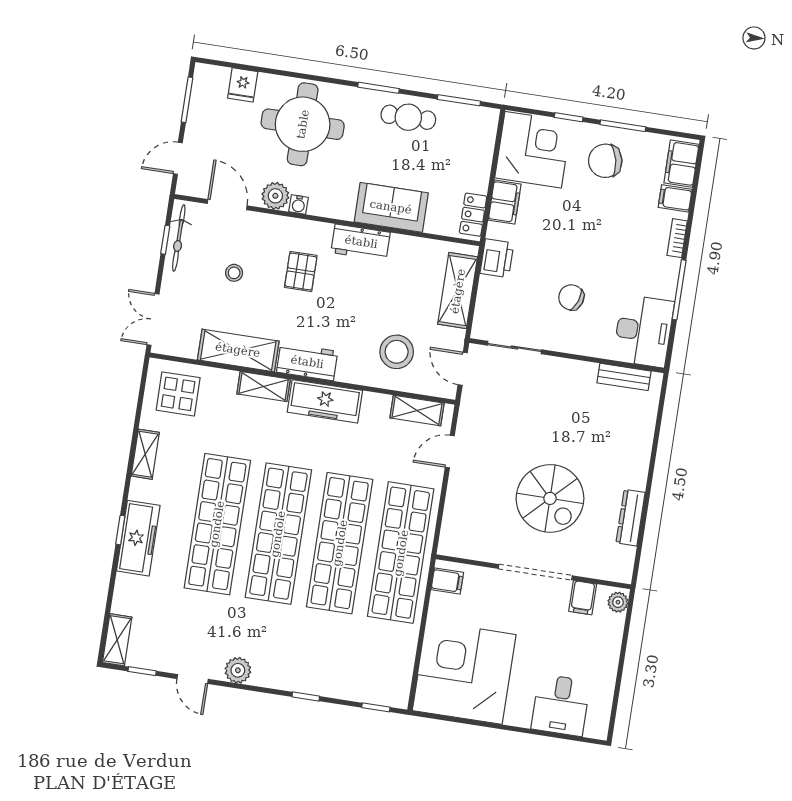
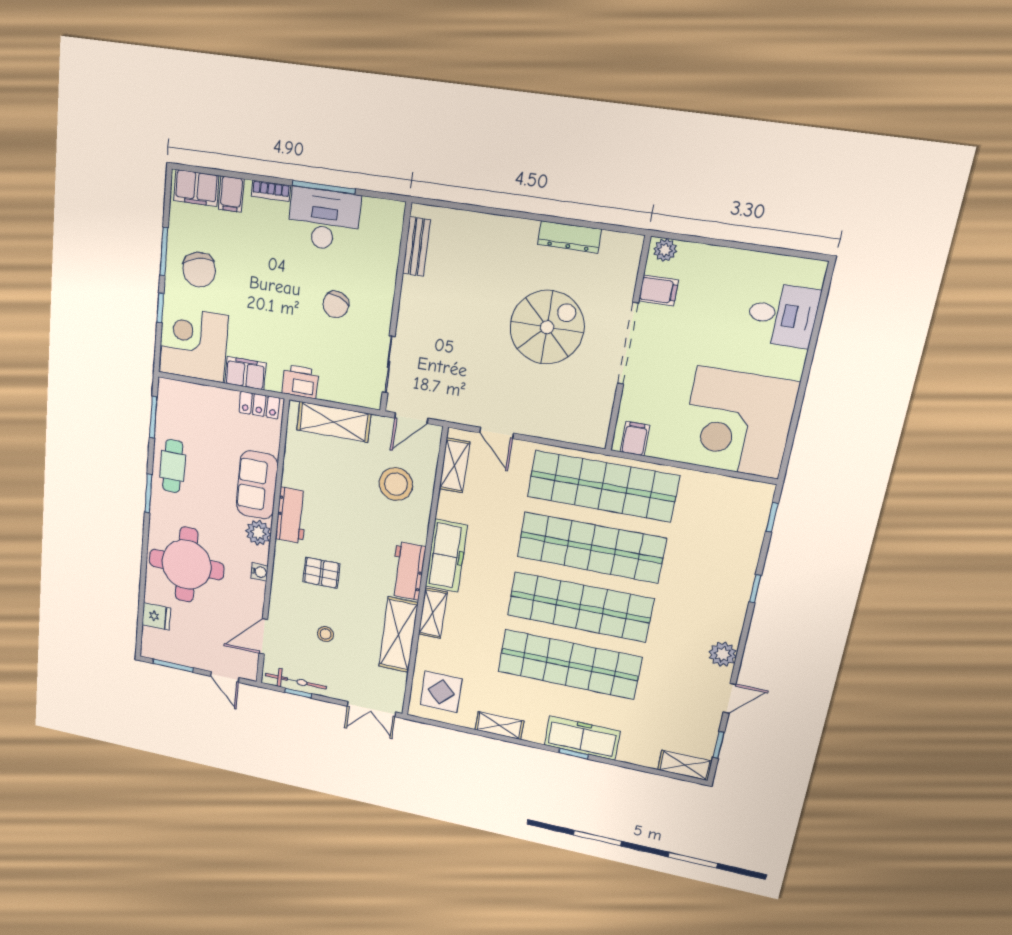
plant: (275, 196) -> (258, 533), moved
desk: (643, 331) -> (324, 220), moved

